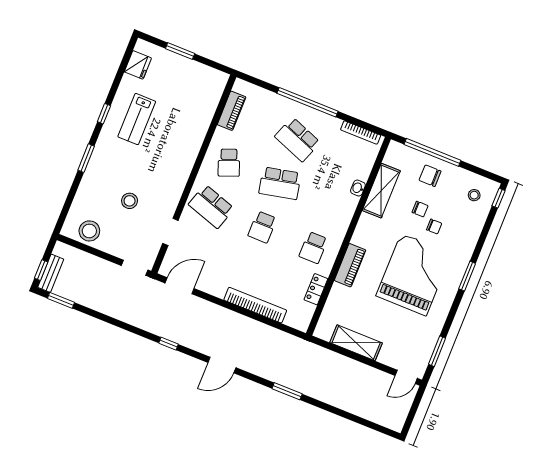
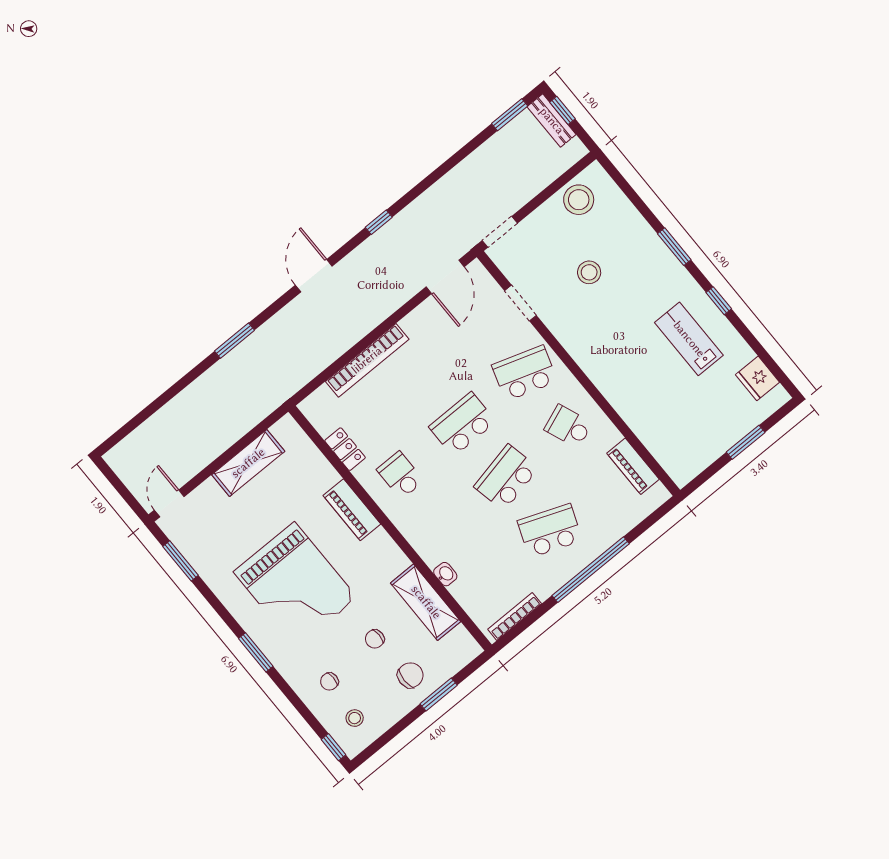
window: (432, 152) -> (439, 694), width x0.47
school desk: (262, 227) -> (462, 424), width x1.85
chair: (434, 227) -> (329, 681), moved

